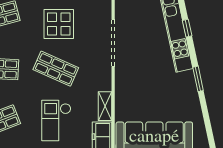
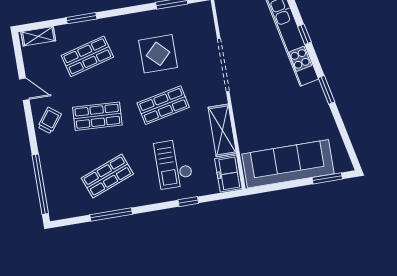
shop shelf: (56, 69) -> (163, 105), turned -36
shelving: (105, 106) -> (222, 130), width x1.50, depth x1.33

